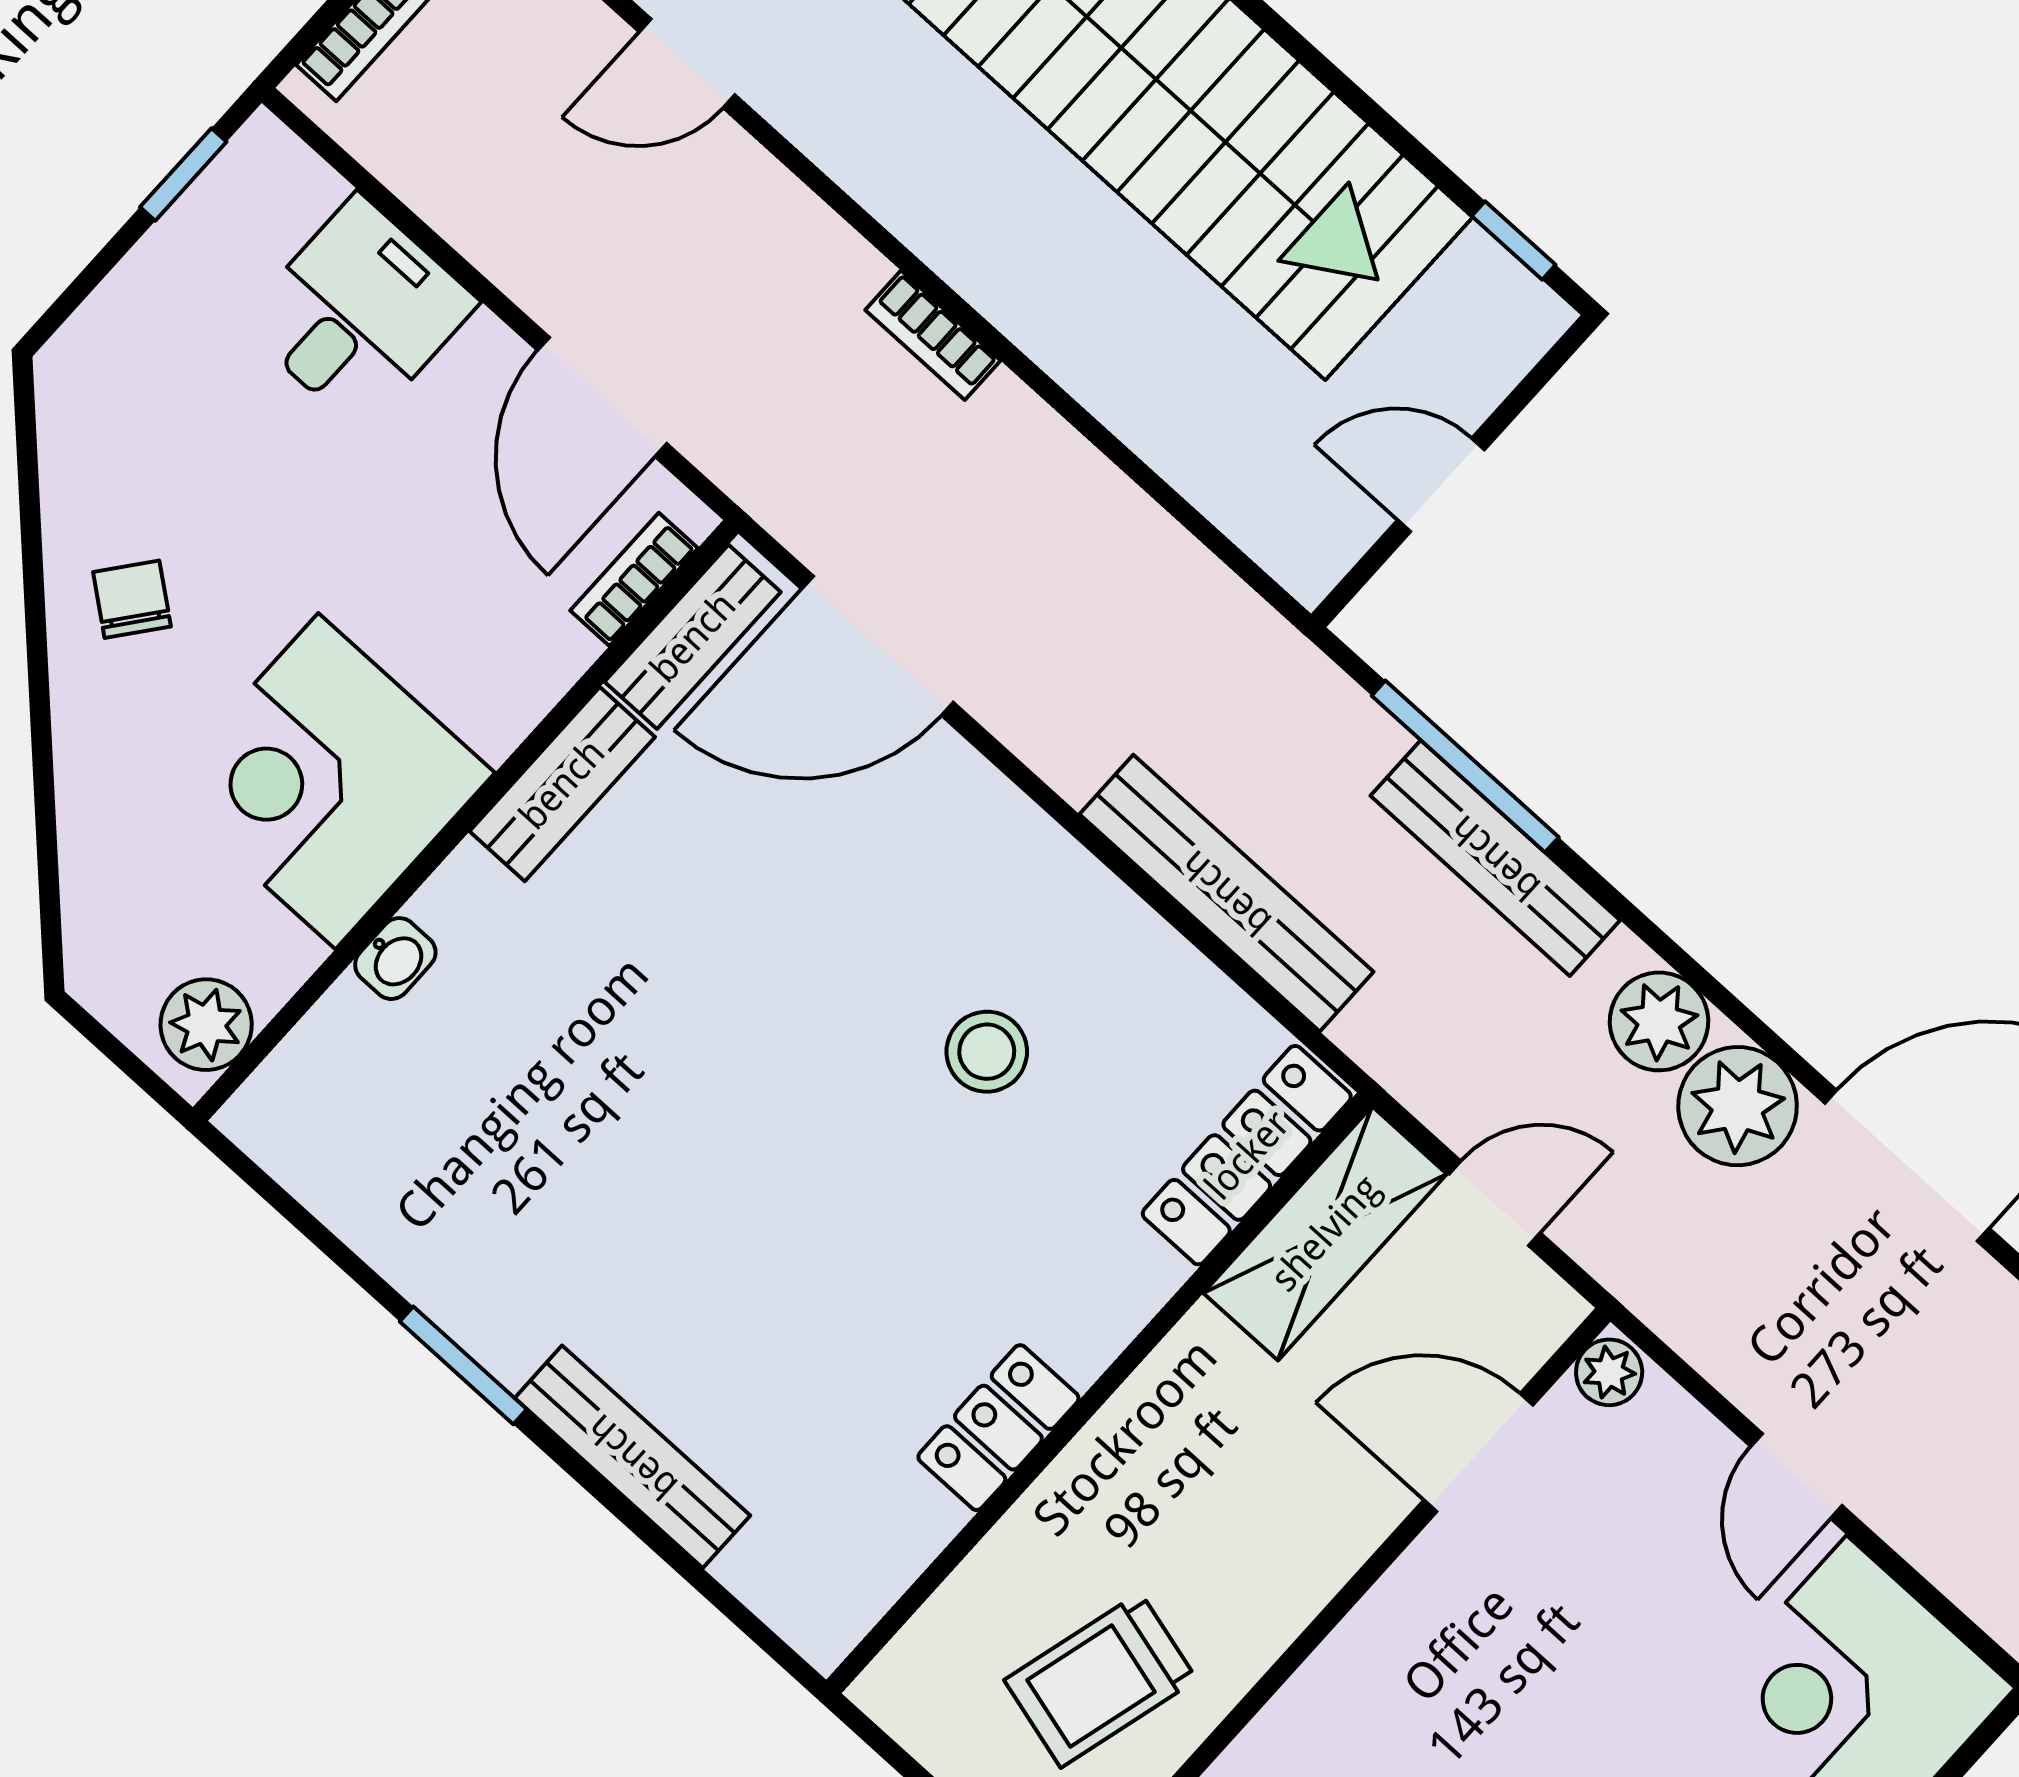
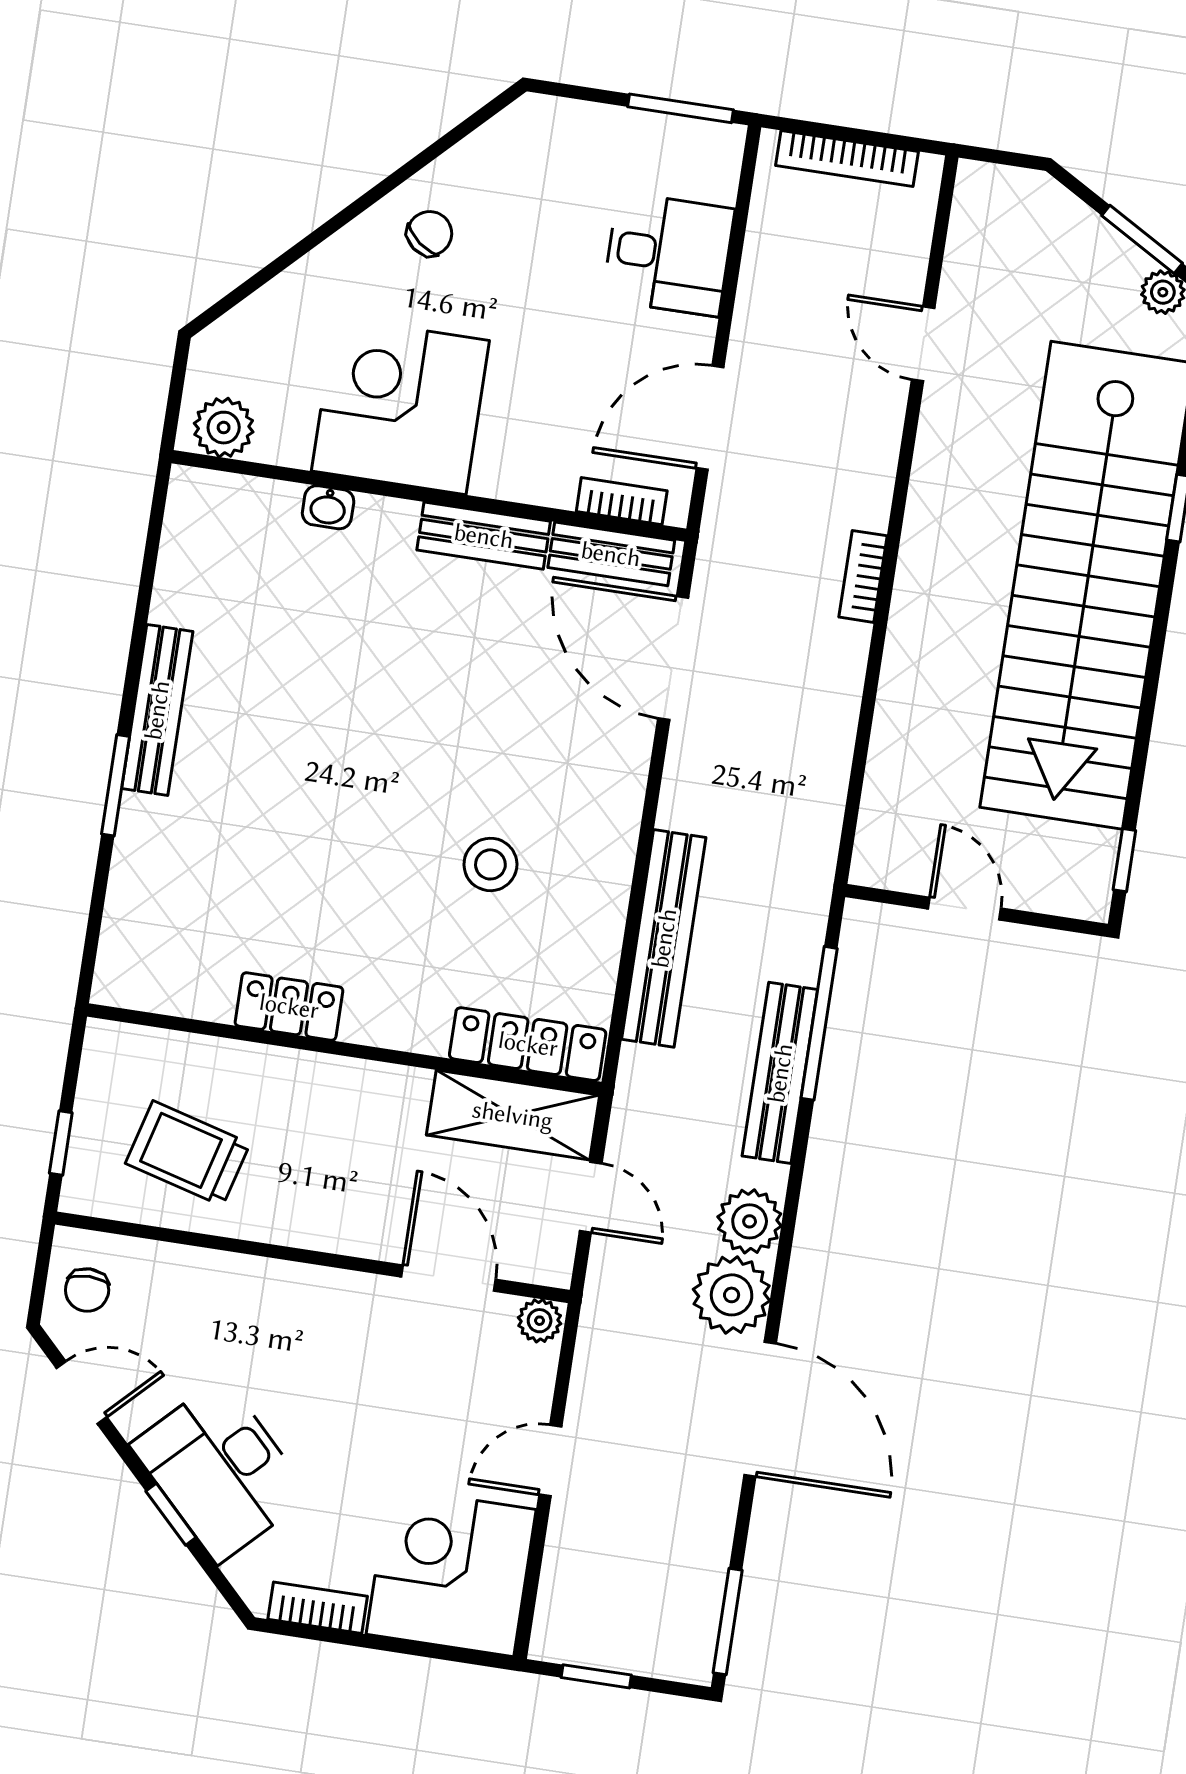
window: (183, 174) -> (681, 108), width x1.50
window: (463, 1365) -> (116, 785), moved
bench: (632, 1457) -> (157, 710), moved

